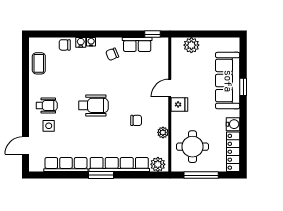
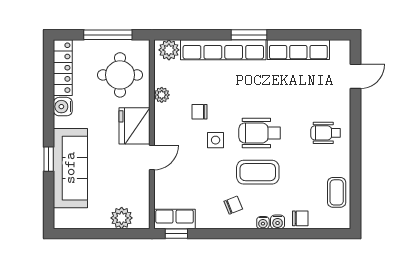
row of seats: (137, 45) -> (175, 219), moved
coffee table: (95, 78) -> (258, 172), added
fridge: (179, 104) -> (135, 126), width x1.88, depth x1.34
side table: (49, 126) -> (216, 140), moved

